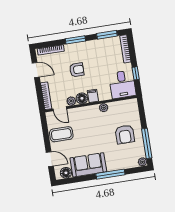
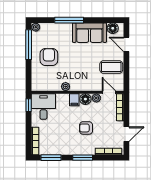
door: (36, 70) -> (126, 134), swing flipped
window: (136, 73) -> (29, 105), moved

